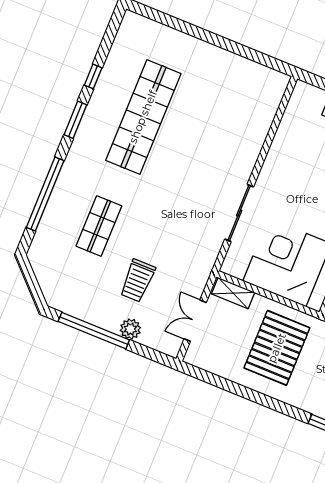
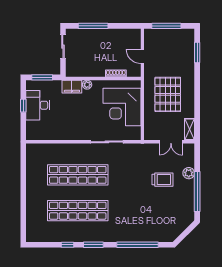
shop shelf: (99, 226) -> (78, 175), moved, width x2.00, depth x1.36
shelving: (233, 293) -> (189, 129), moved
pallet: (277, 348) -> (168, 94), turned 90

